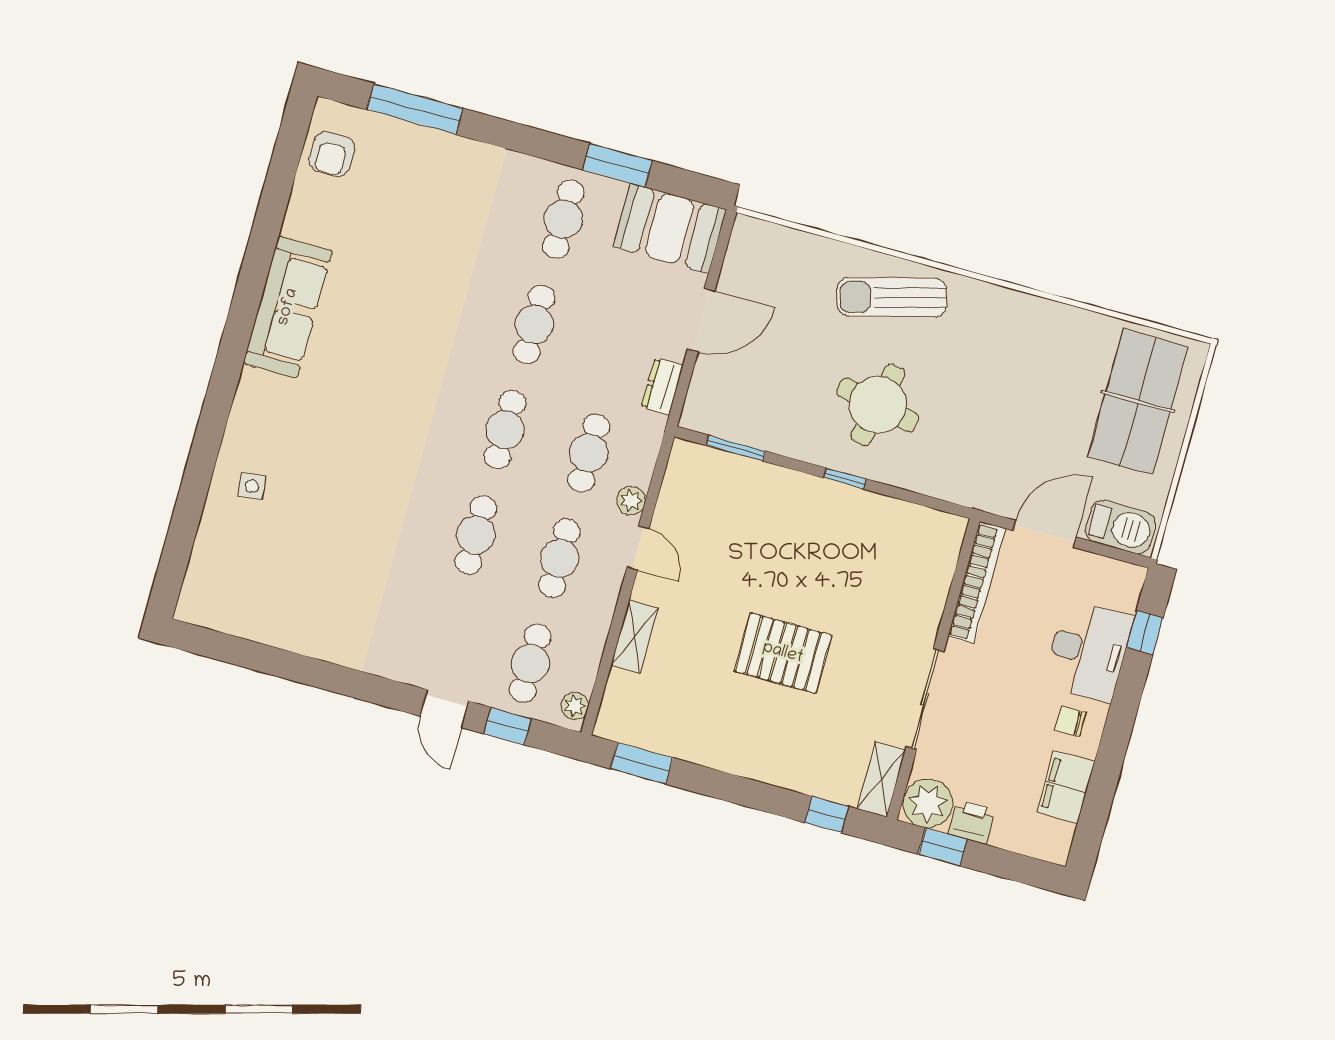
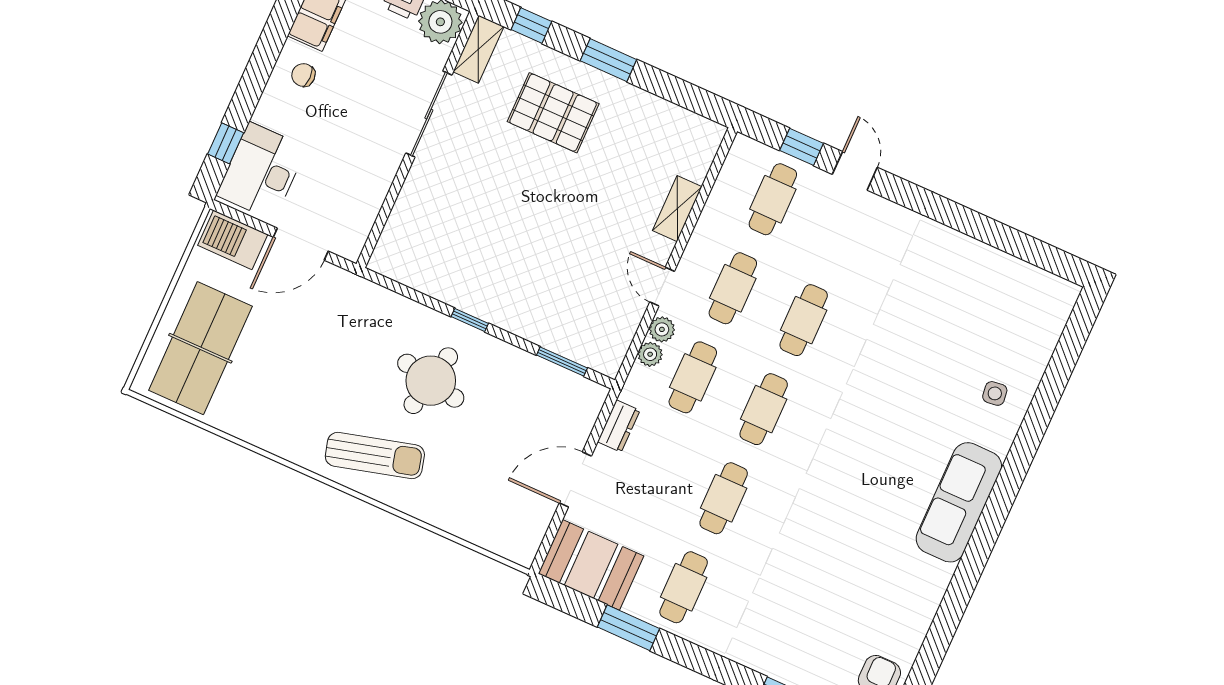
sun lounger: (892, 297) -> (375, 455), moved
sofa: (288, 307) -> (959, 502), moved
bookcase: (977, 583) -> (367, 210), removed
desk: (1088, 651) -> (262, 171), moved
pallet: (783, 653) -> (553, 113), moved
plant: (575, 706) -> (650, 354), moved
chair: (1070, 721) -> (303, 75), turned 180
window: (642, 763) -> (608, 60), moved

